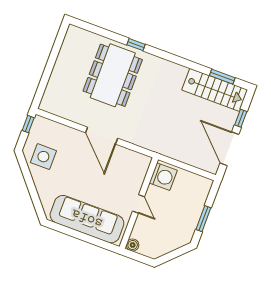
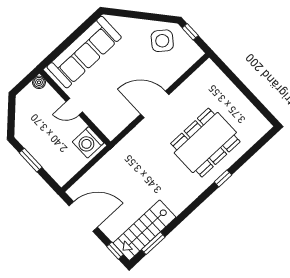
dining table: (113, 75) -> (205, 143), turned 90
window: (241, 118) -> (115, 251), moved
window: (28, 124) -> (190, 32), moved
side table: (43, 157) -> (162, 41), turned 37

